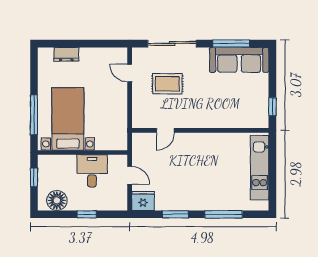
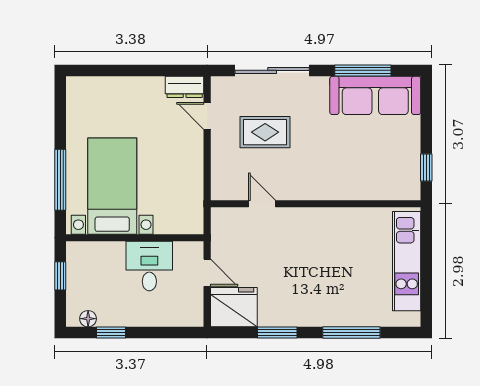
dresser: (66, 54) -> (185, 87), moved
door: (165, 130) -> (262, 204), swing flipped
floor lamp: (57, 200) -> (88, 319), width x0.53, depth x0.53
fridge: (143, 201) -> (234, 307), width x1.36, depth x1.34
window: (87, 214) -> (111, 333), moved

